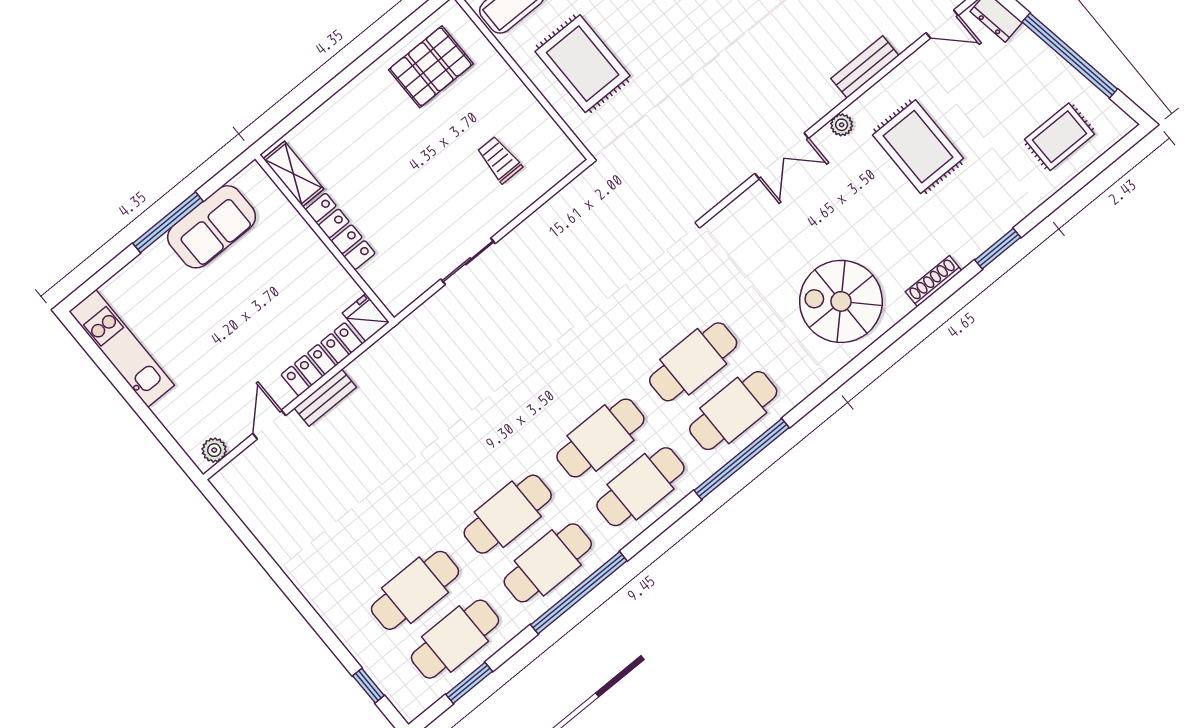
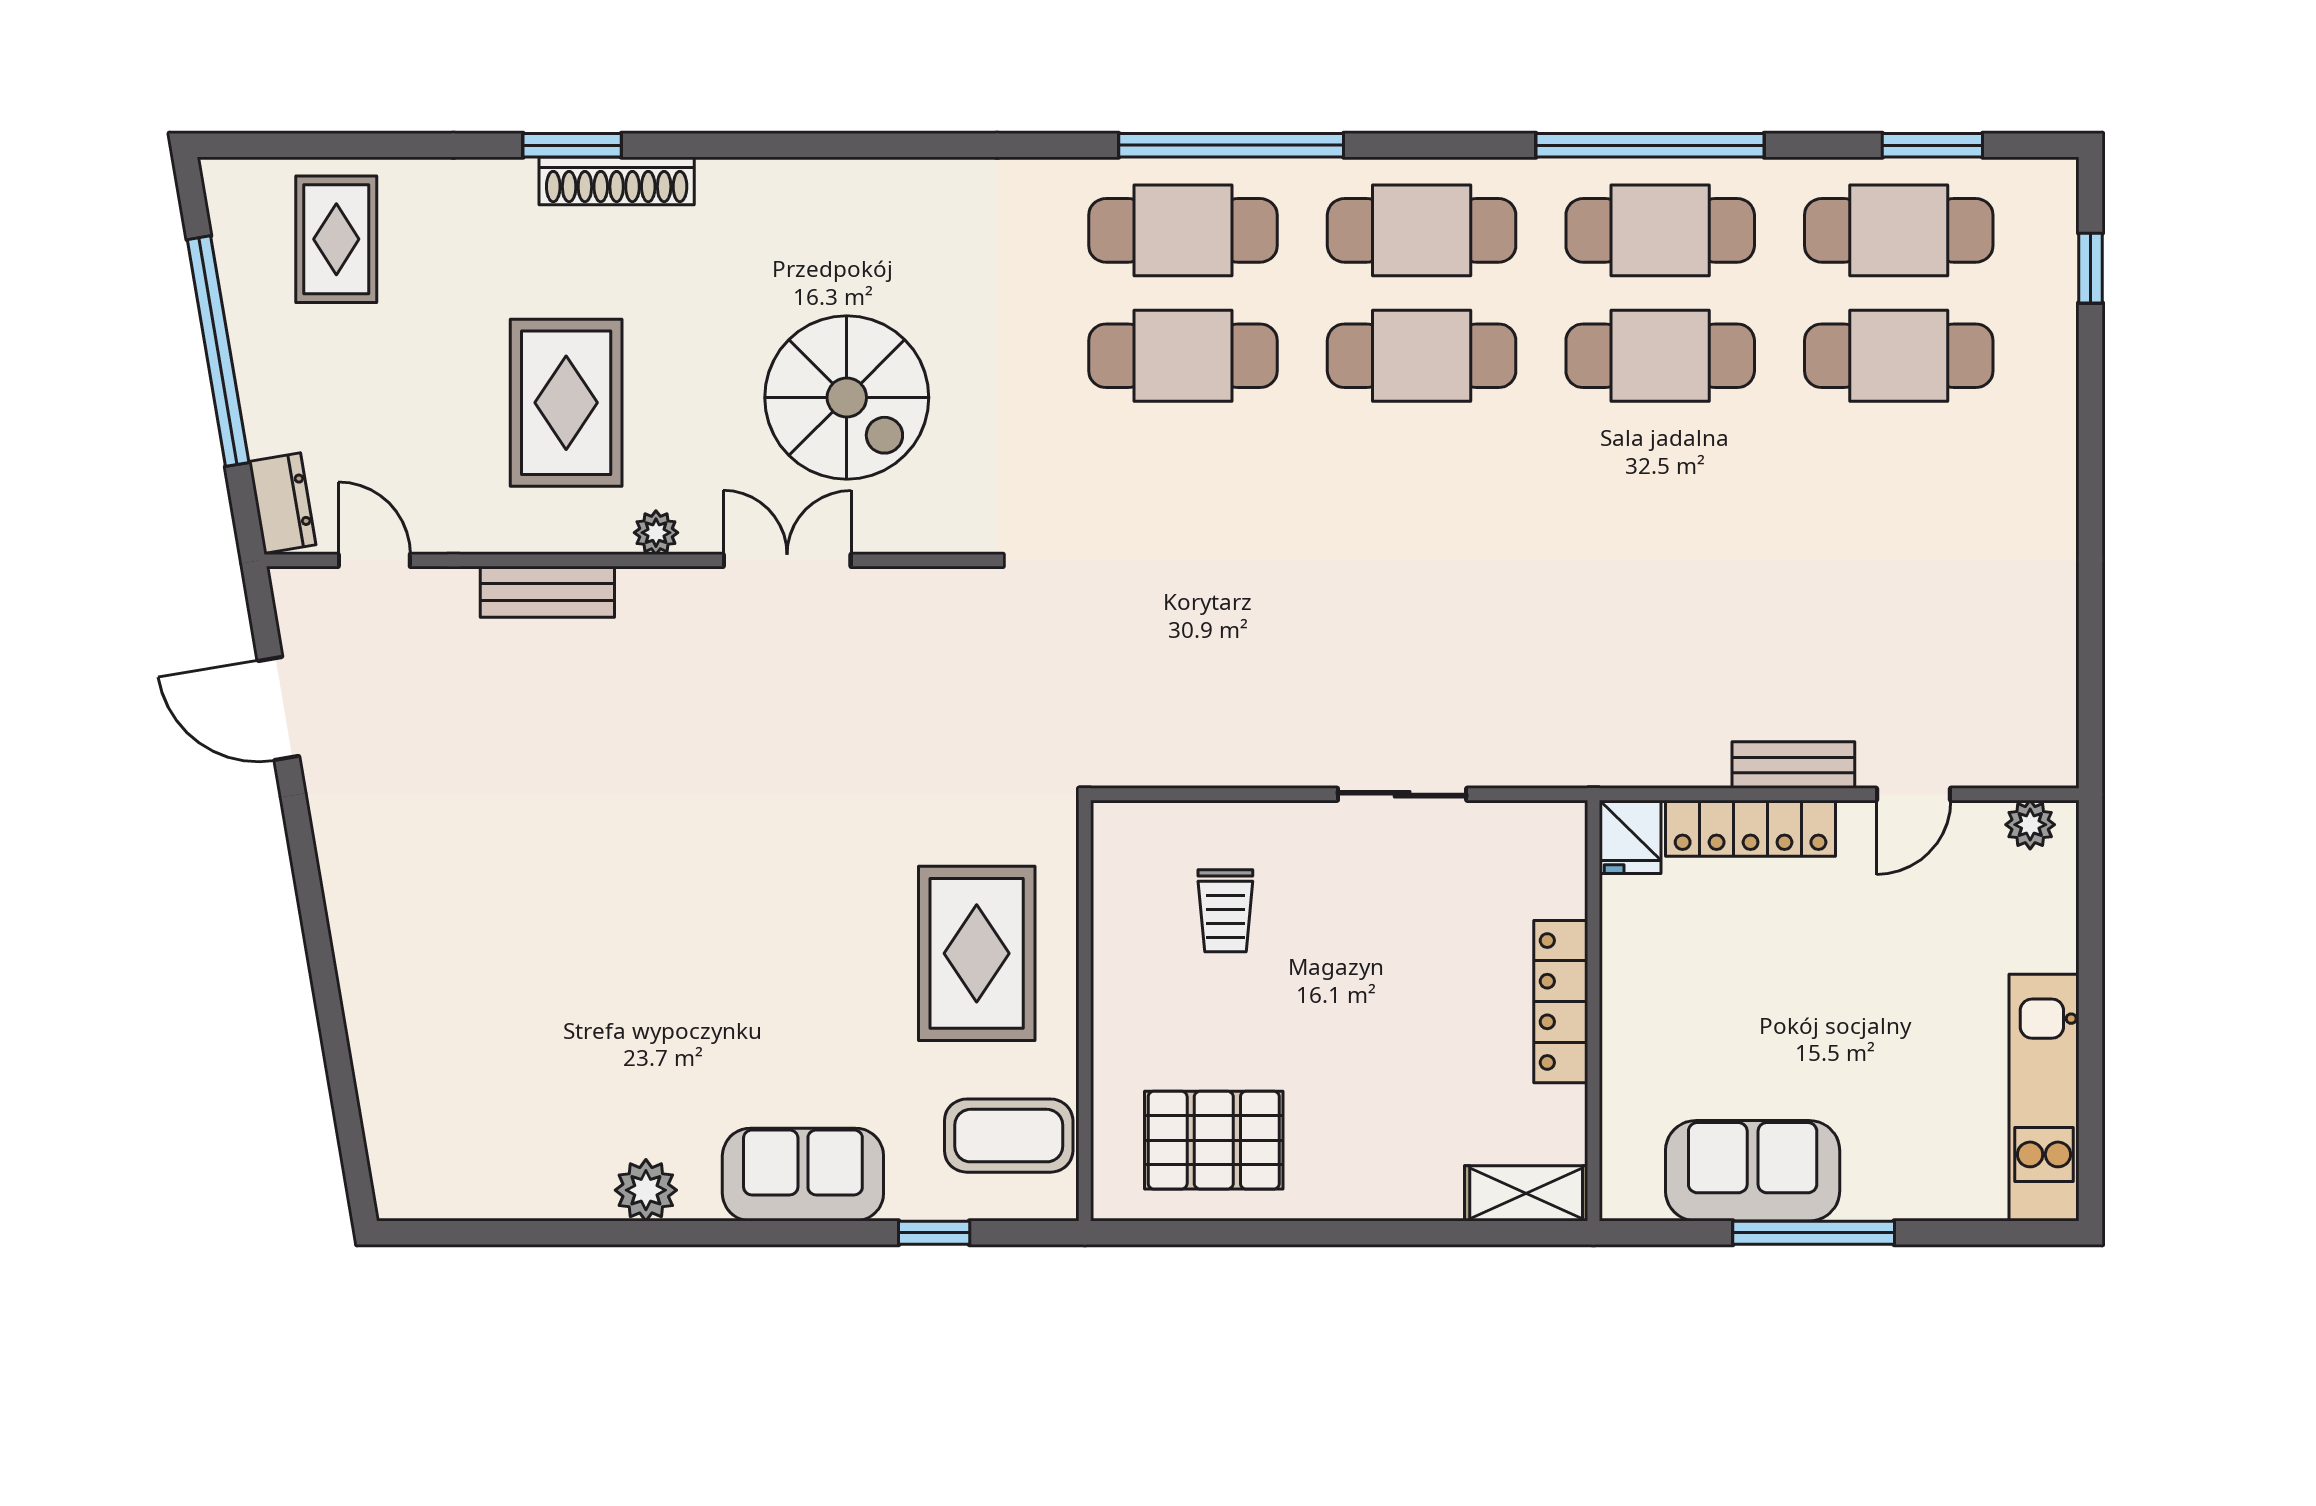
rug: (1060, 137) -> (336, 239), turned 90
shelving: (293, 174) -> (1526, 1193), moved, turned 90
shoe rack: (934, 281) -> (617, 181), moved, width x1.36, depth x1.24
spiral stairs: (841, 301) -> (847, 398), moved

